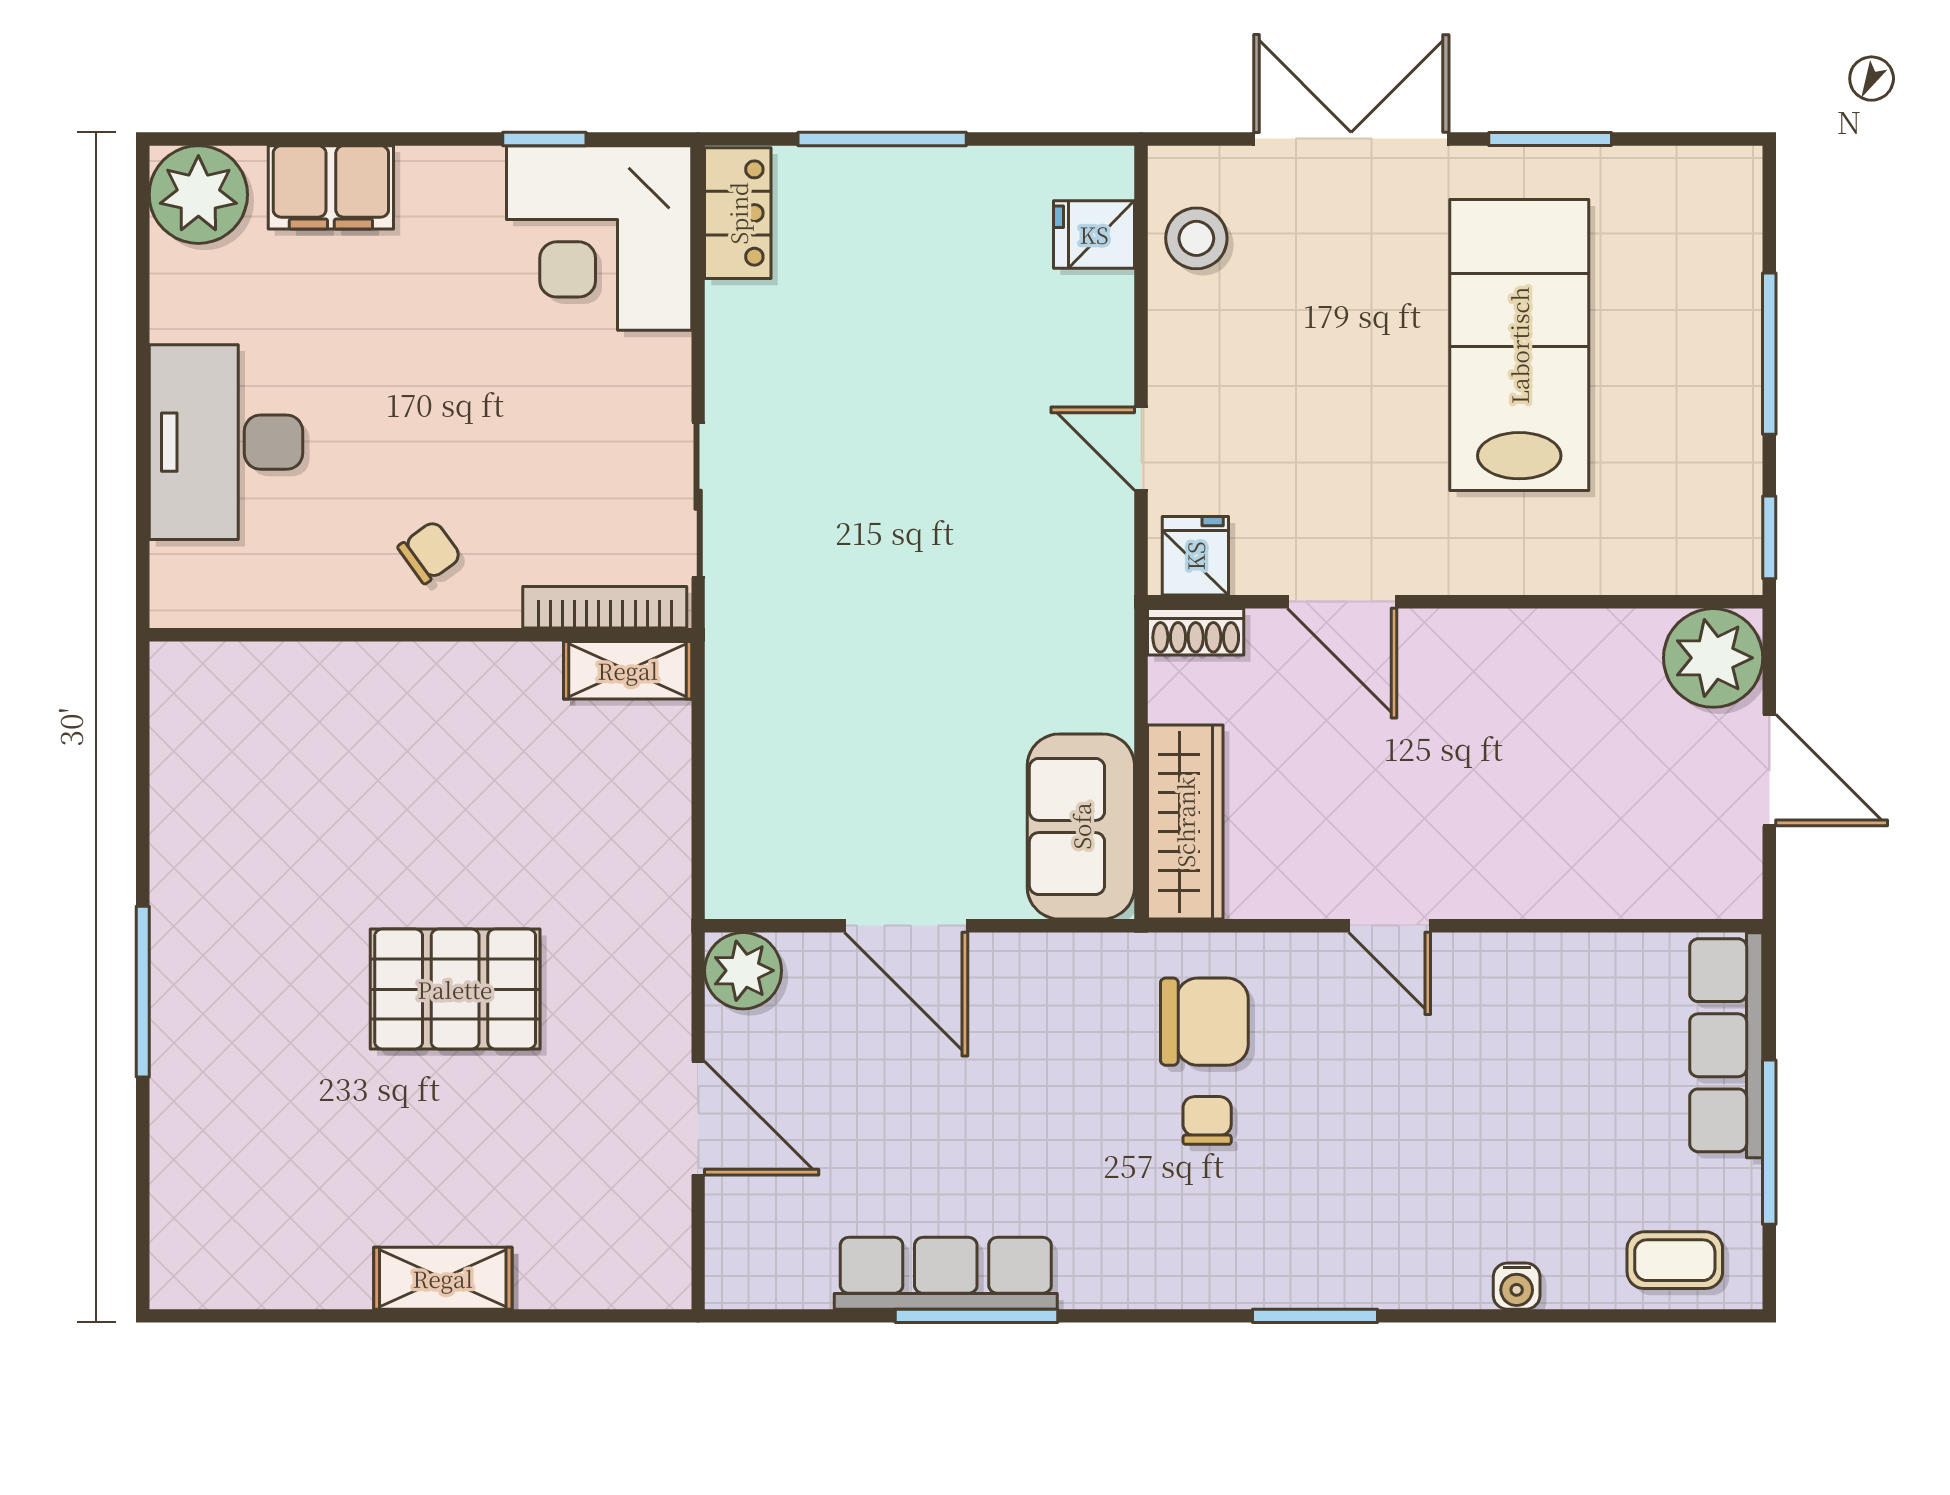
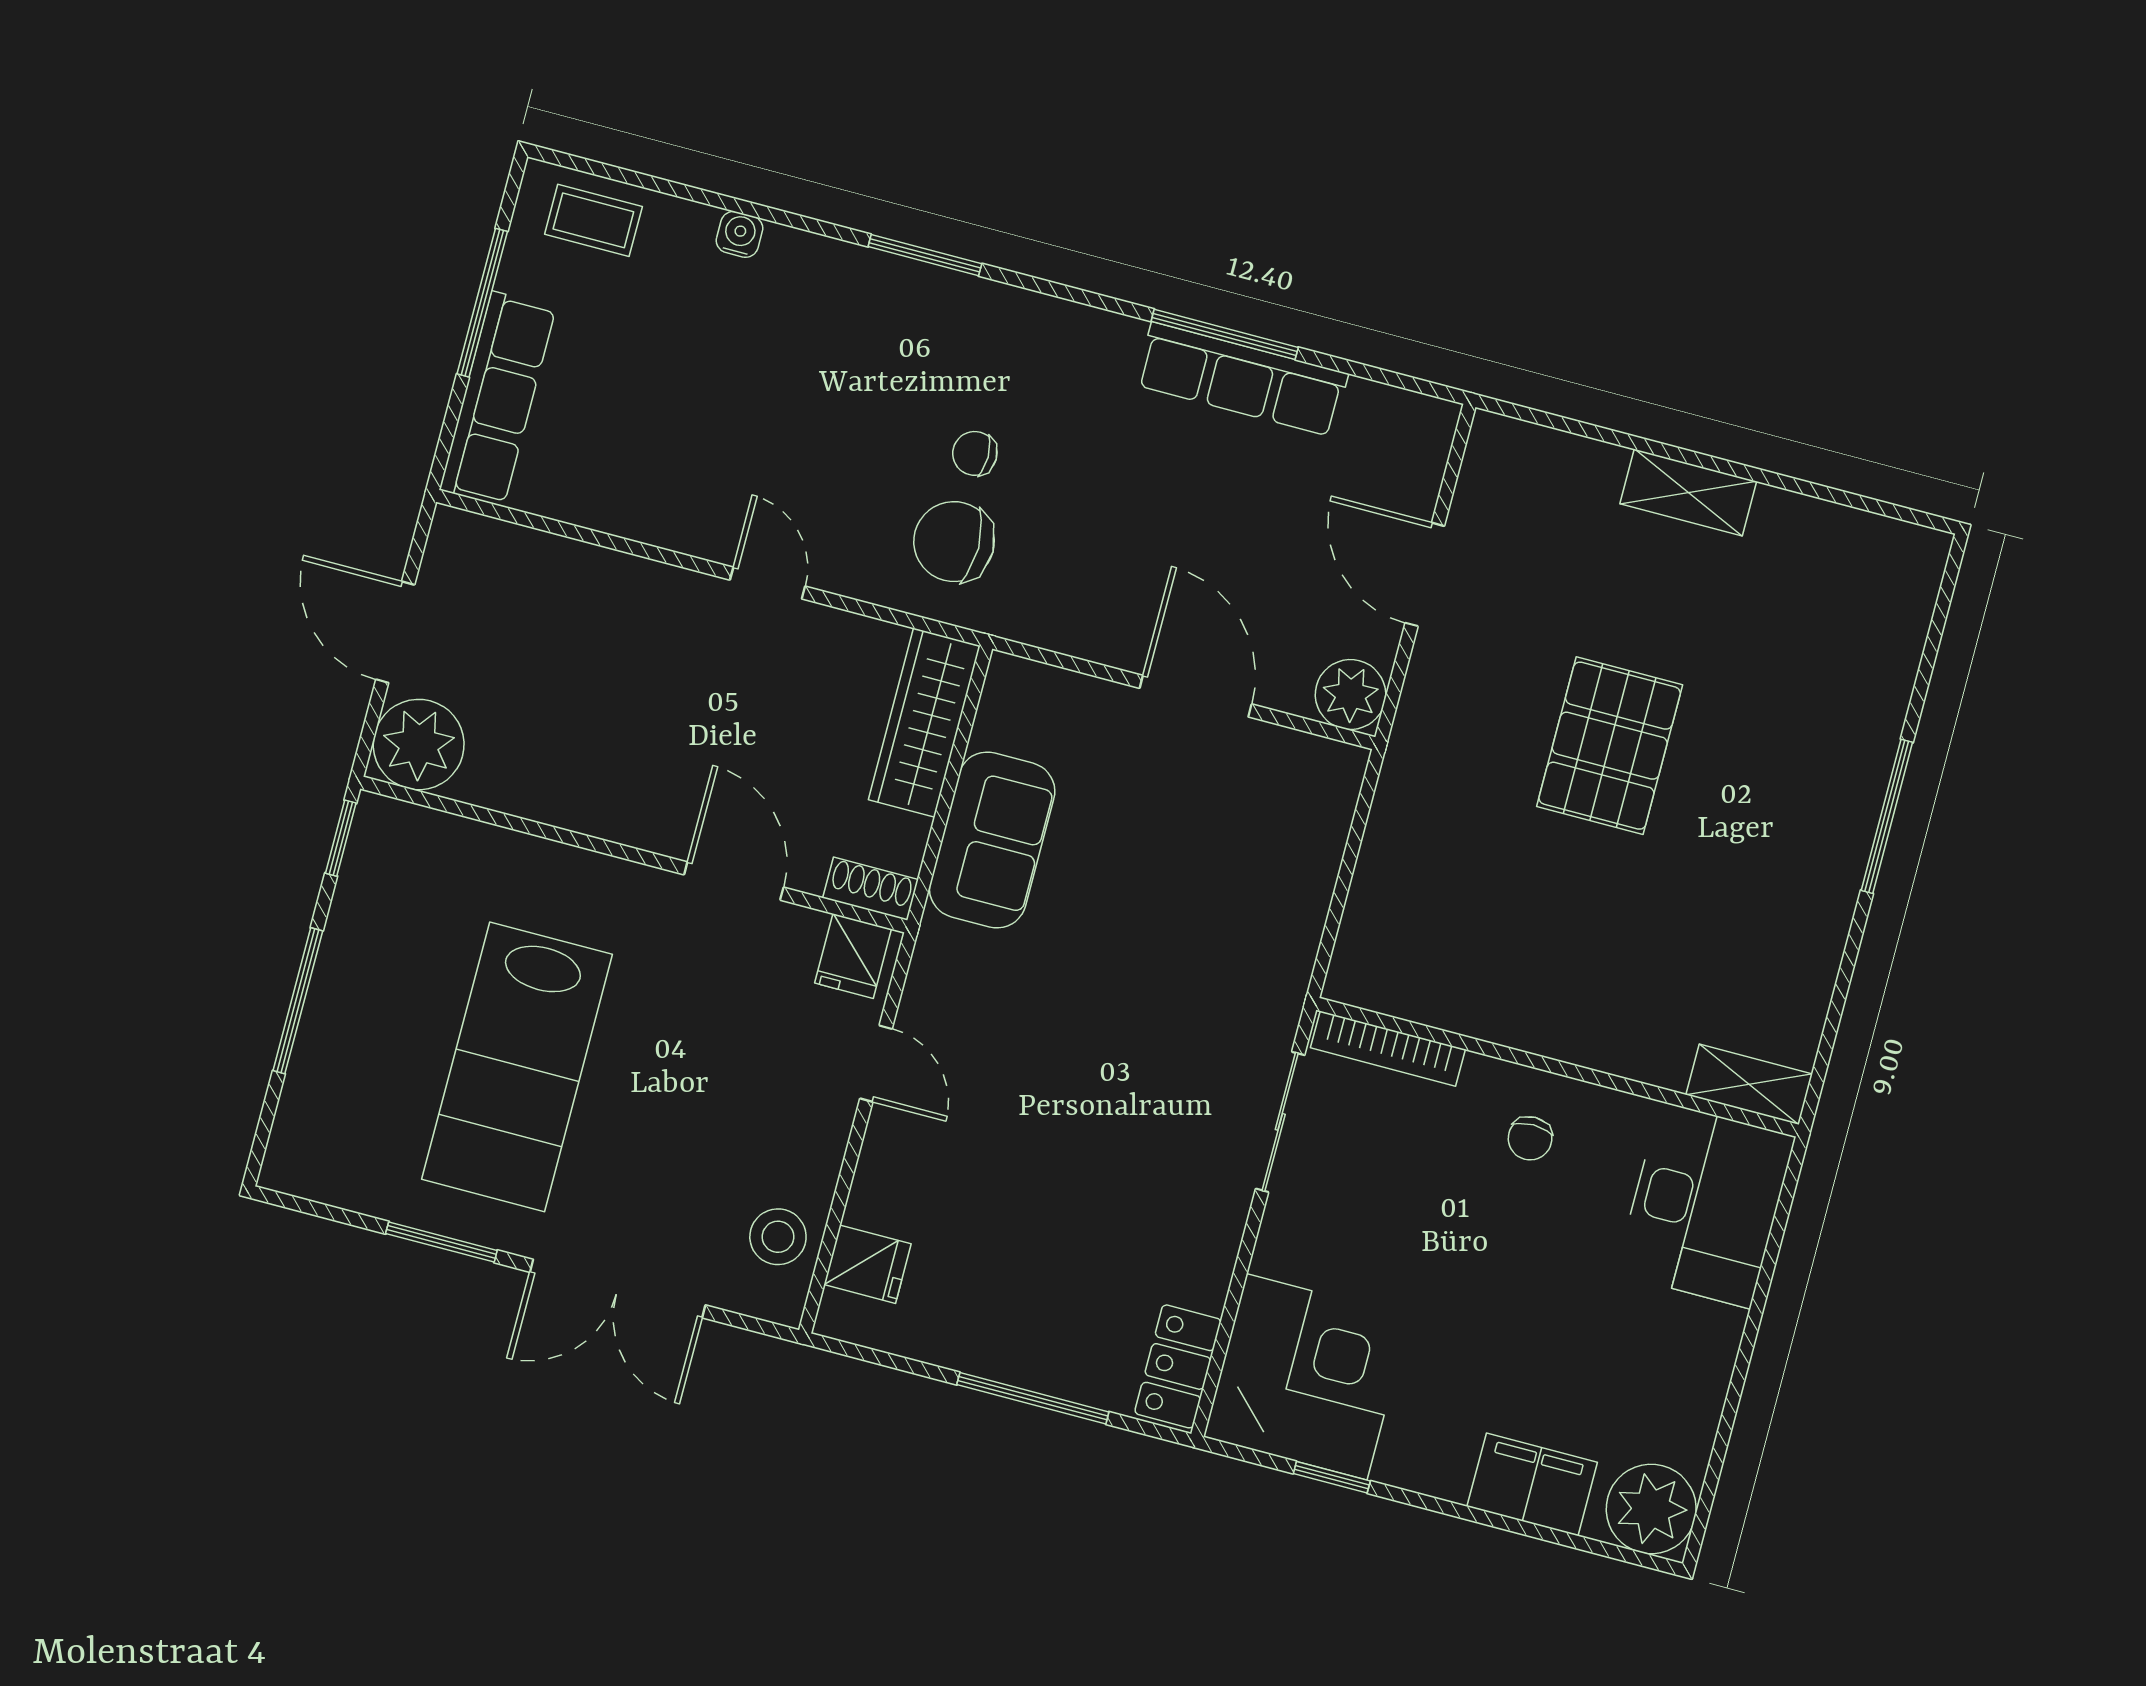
desk: (226, 442) -> (1705, 1205), moved
chair: (430, 552) -> (1530, 1138), turned -54
shelving: (628, 670) -> (1749, 1084), moved
sofa: (1081, 826) -> (992, 840), moved
pallet: (455, 989) -> (1610, 746), turned 90
chair: (1207, 1120) -> (975, 453), turned 90

